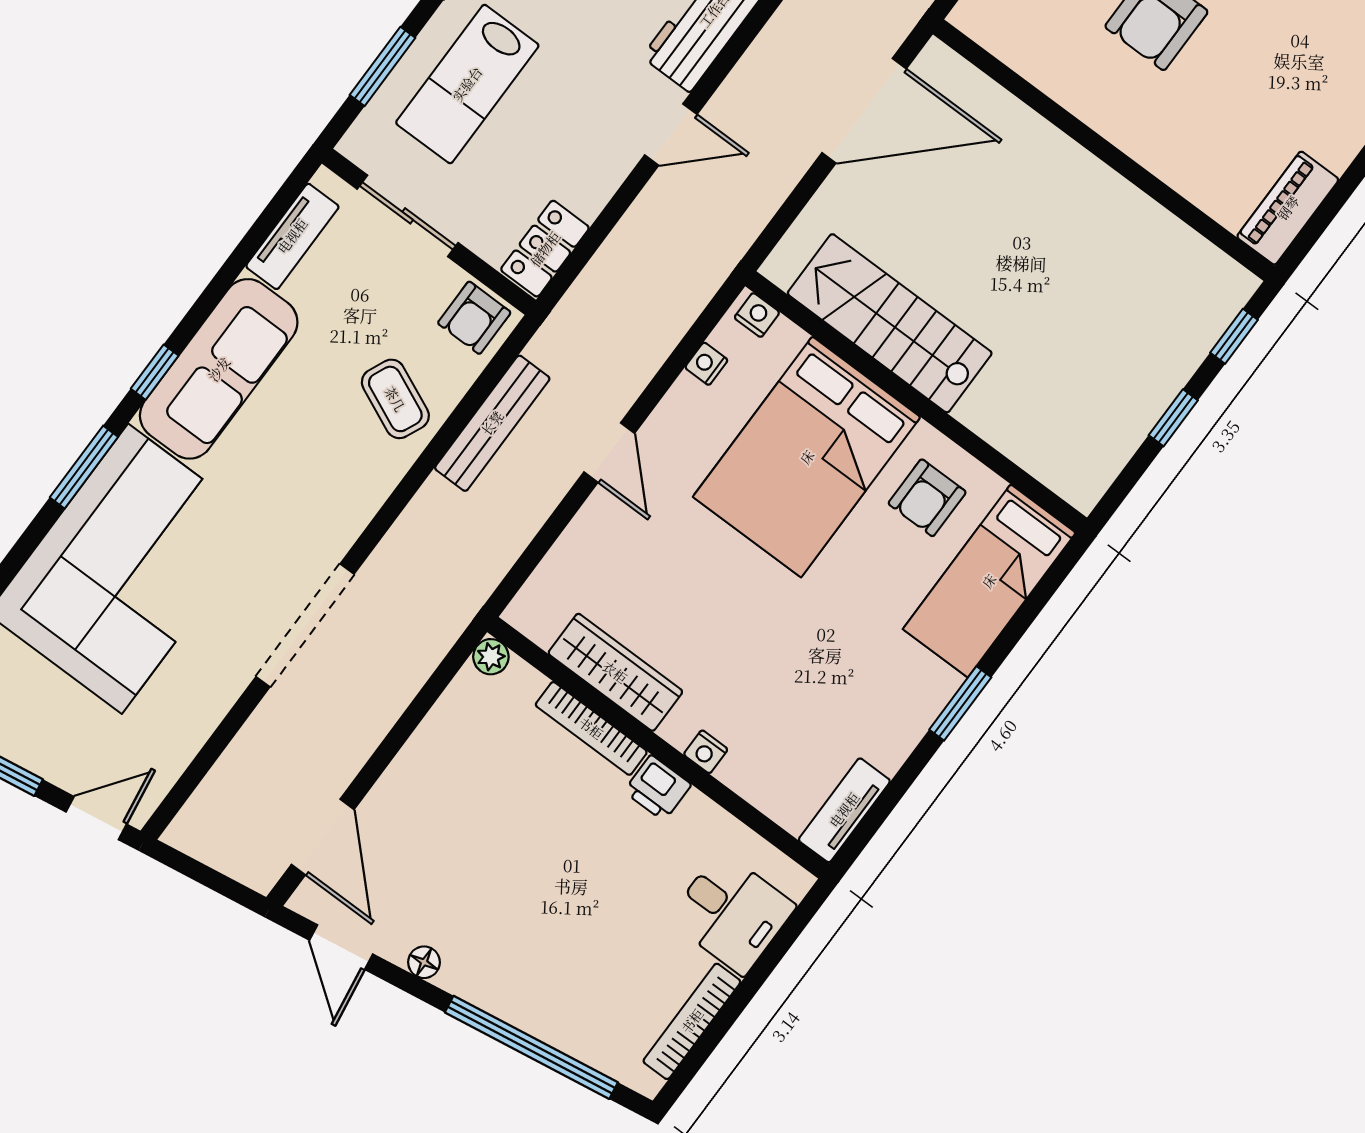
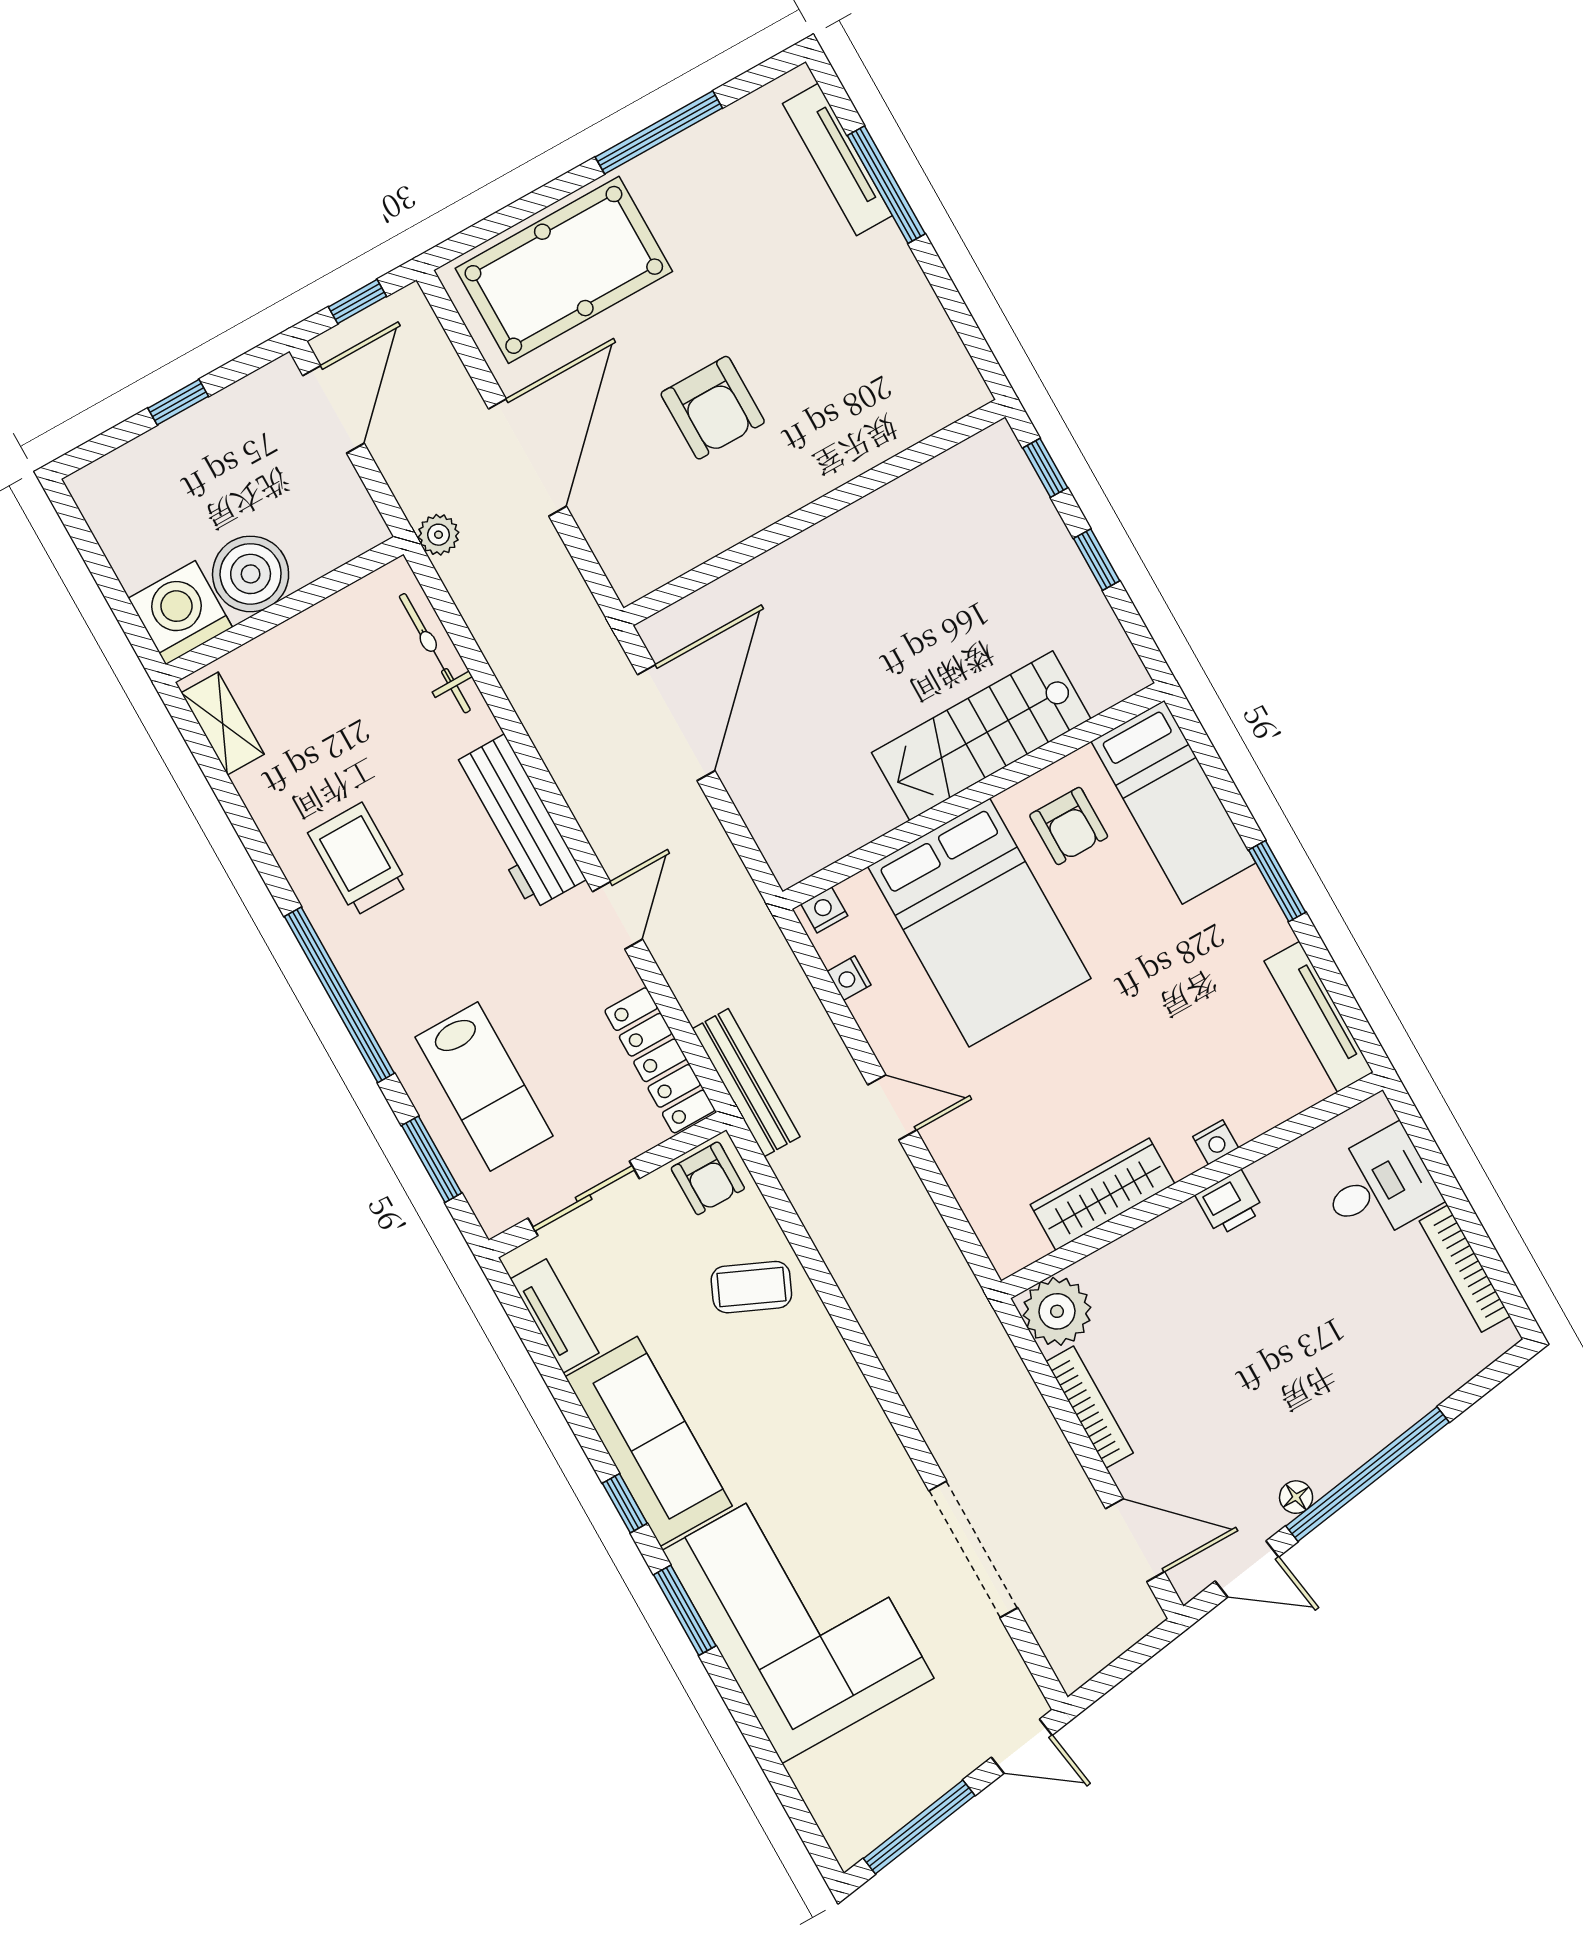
piano: (1288, 208) -> (947, 363), removed
locker: (545, 249) -> (660, 1060), width x1.53
stairs: (890, 323) -> (981, 736), moved
bench: (492, 423) -> (746, 1083), moved
doorway: (305, 625) -> (973, 1549), moved
plant: (491, 657) -> (1057, 1311), width x1.88, depth x1.88
bookcase: (591, 728) -> (1090, 1407), moved, turned -90
tv unit: (844, 810) -> (1319, 1017), width x1.41
door: (96, 818) -> (1022, 1746), swing flipped
window: (531, 1047) -> (1367, 1474), moved

